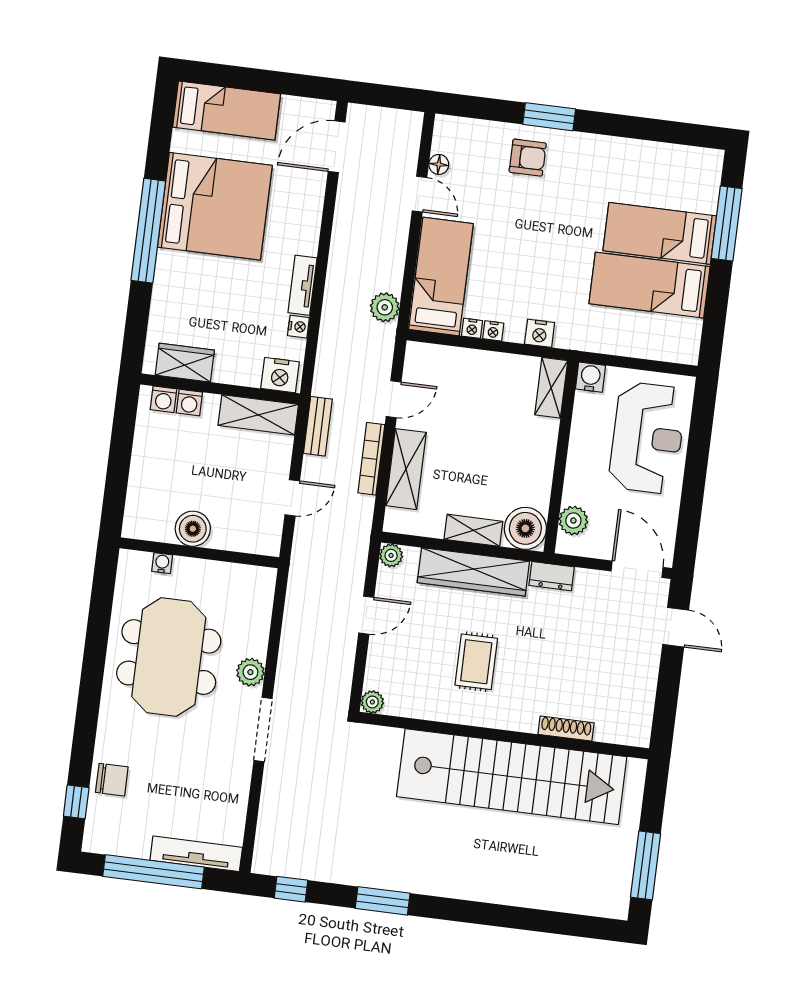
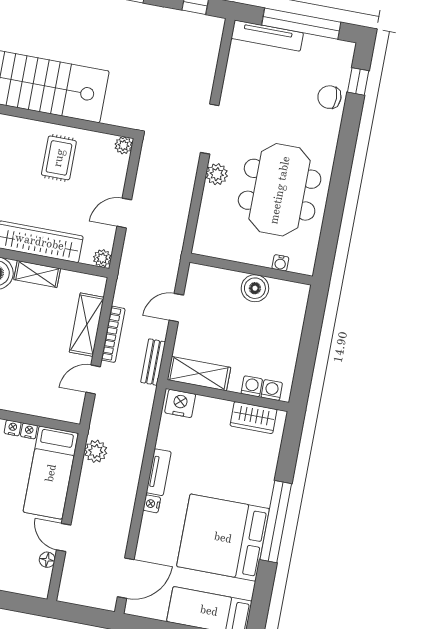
nightstand: (298, 327) -> (152, 504), moved
rug: (476, 662) -> (59, 158), moved

